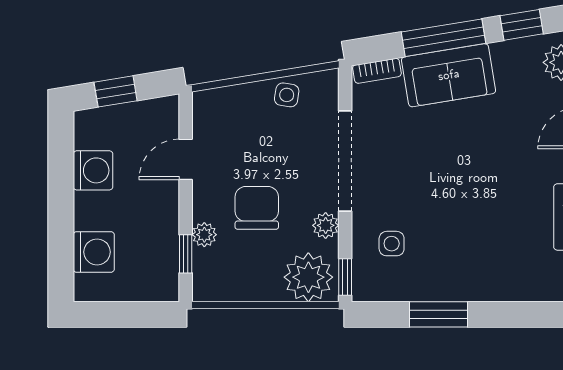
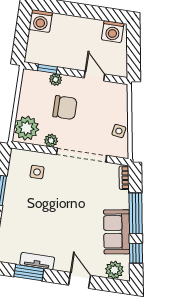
sofa: (449, 75) -> (117, 232), moved
window: (116, 91) -> (133, 46), removed
washing machine: (93, 170) -> (113, 32), moved
washing machine: (94, 252) -> (41, 21), moved
window: (345, 277) -> (24, 146), removed

